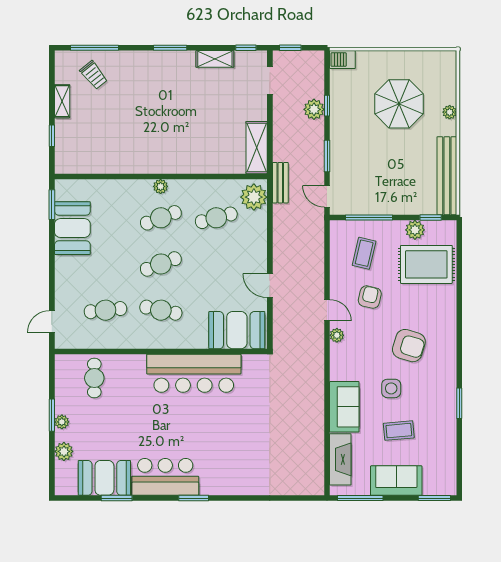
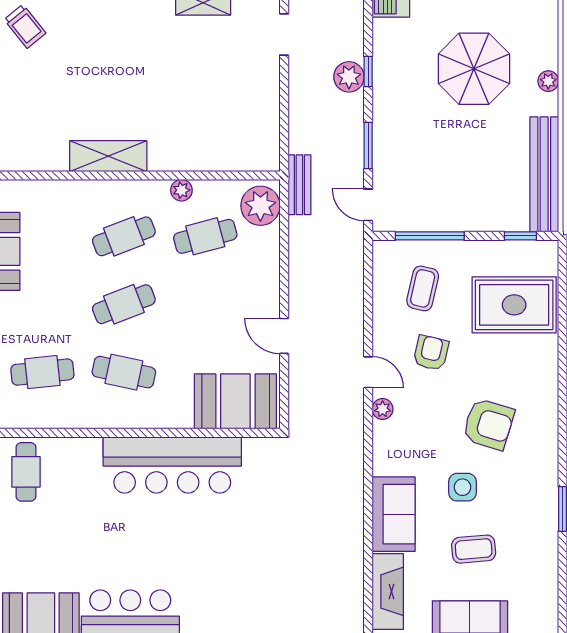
shelving: (257, 148) -> (108, 156), moved, turned 90
plant: (161, 186) -> (181, 190), moved
plant: (415, 230) -> (497, 254), removed

